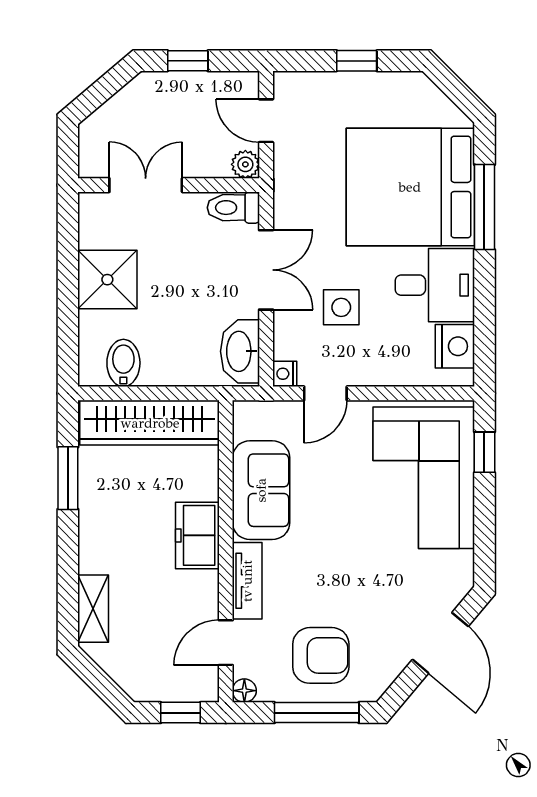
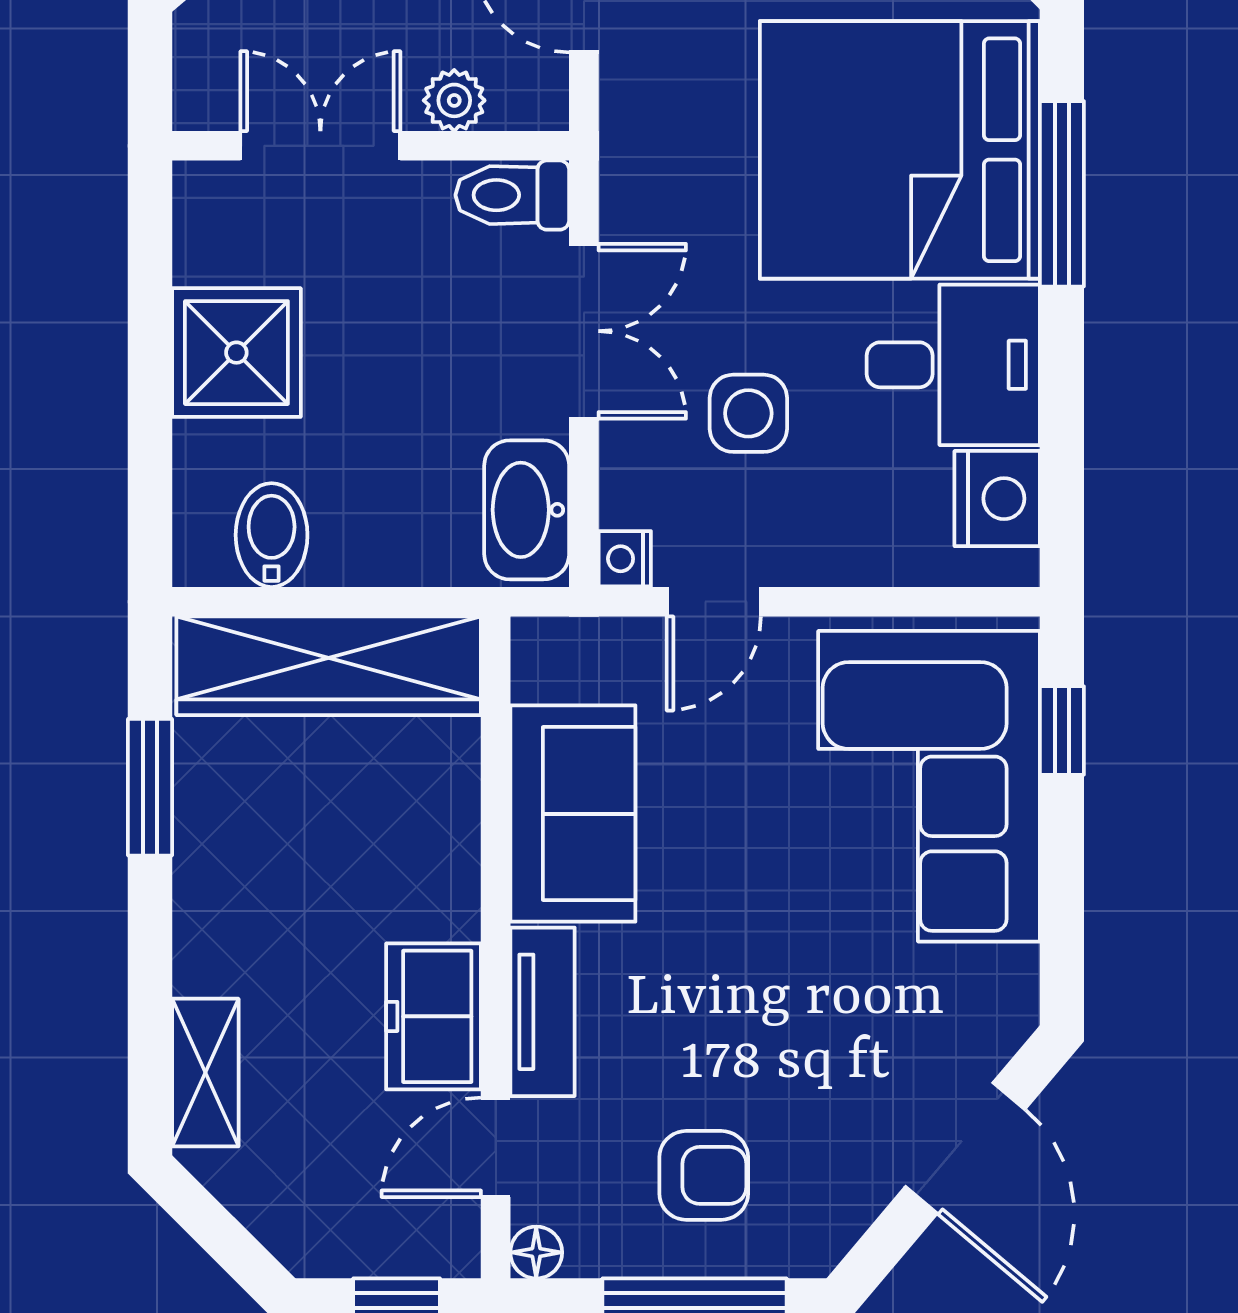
plant: (245, 164) -> (454, 100), moved
freezer: (197, 535) -> (433, 1016), moved
armchair: (321, 655) -> (704, 1175), width x0.72, depth x0.72

